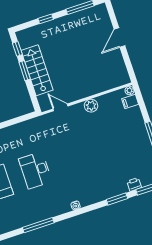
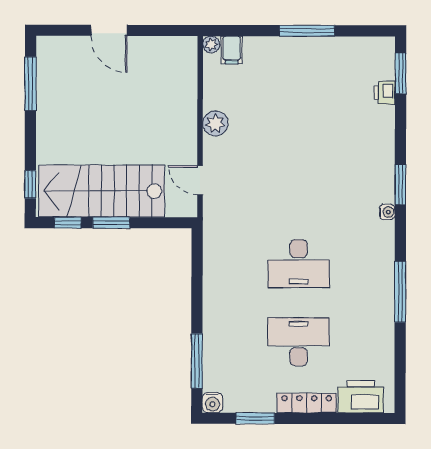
window: (46, 19) -> (30, 184), moved
stairs: (37, 70) -> (102, 191), width x1.36, depth x1.51
door: (60, 107) -> (200, 180), hinge flipped
window: (117, 199) -> (400, 184), moved

